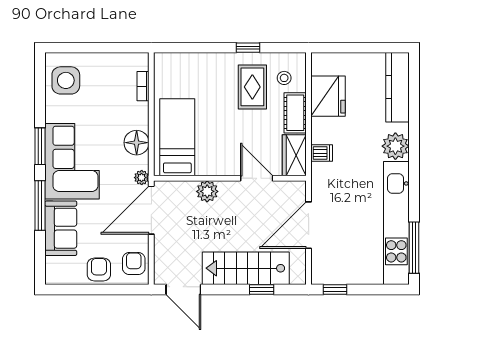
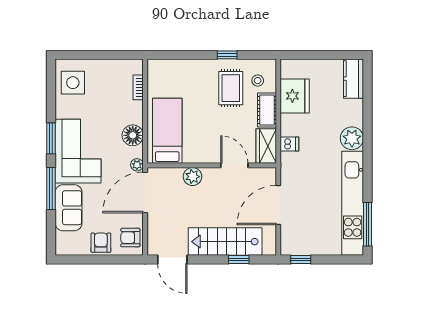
kitchen counter: (397, 87) -> (354, 79), width x0.67
armchair: (134, 264) -> (130, 238), turned -90

